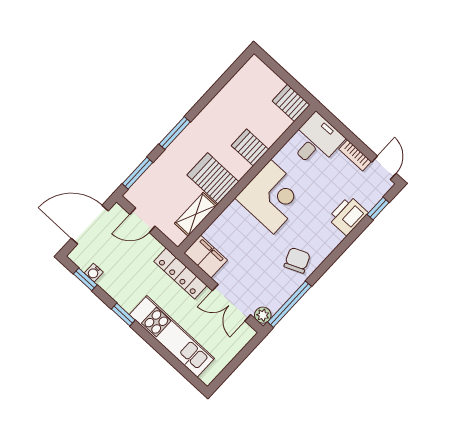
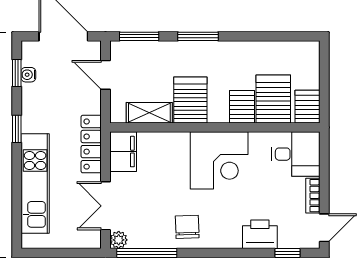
server rack: (264, 121) -> (273, 99), added
chair: (297, 260) -> (187, 227), turned -69

